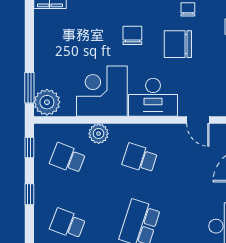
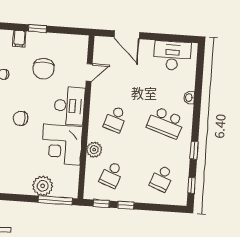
chair: (178, 44) -> (43, 69), moved
window: (29, 88) -> (55, 200), width x1.44
plant: (47, 102) -> (43, 186), moved
window: (29, 194) -> (126, 205), moved

